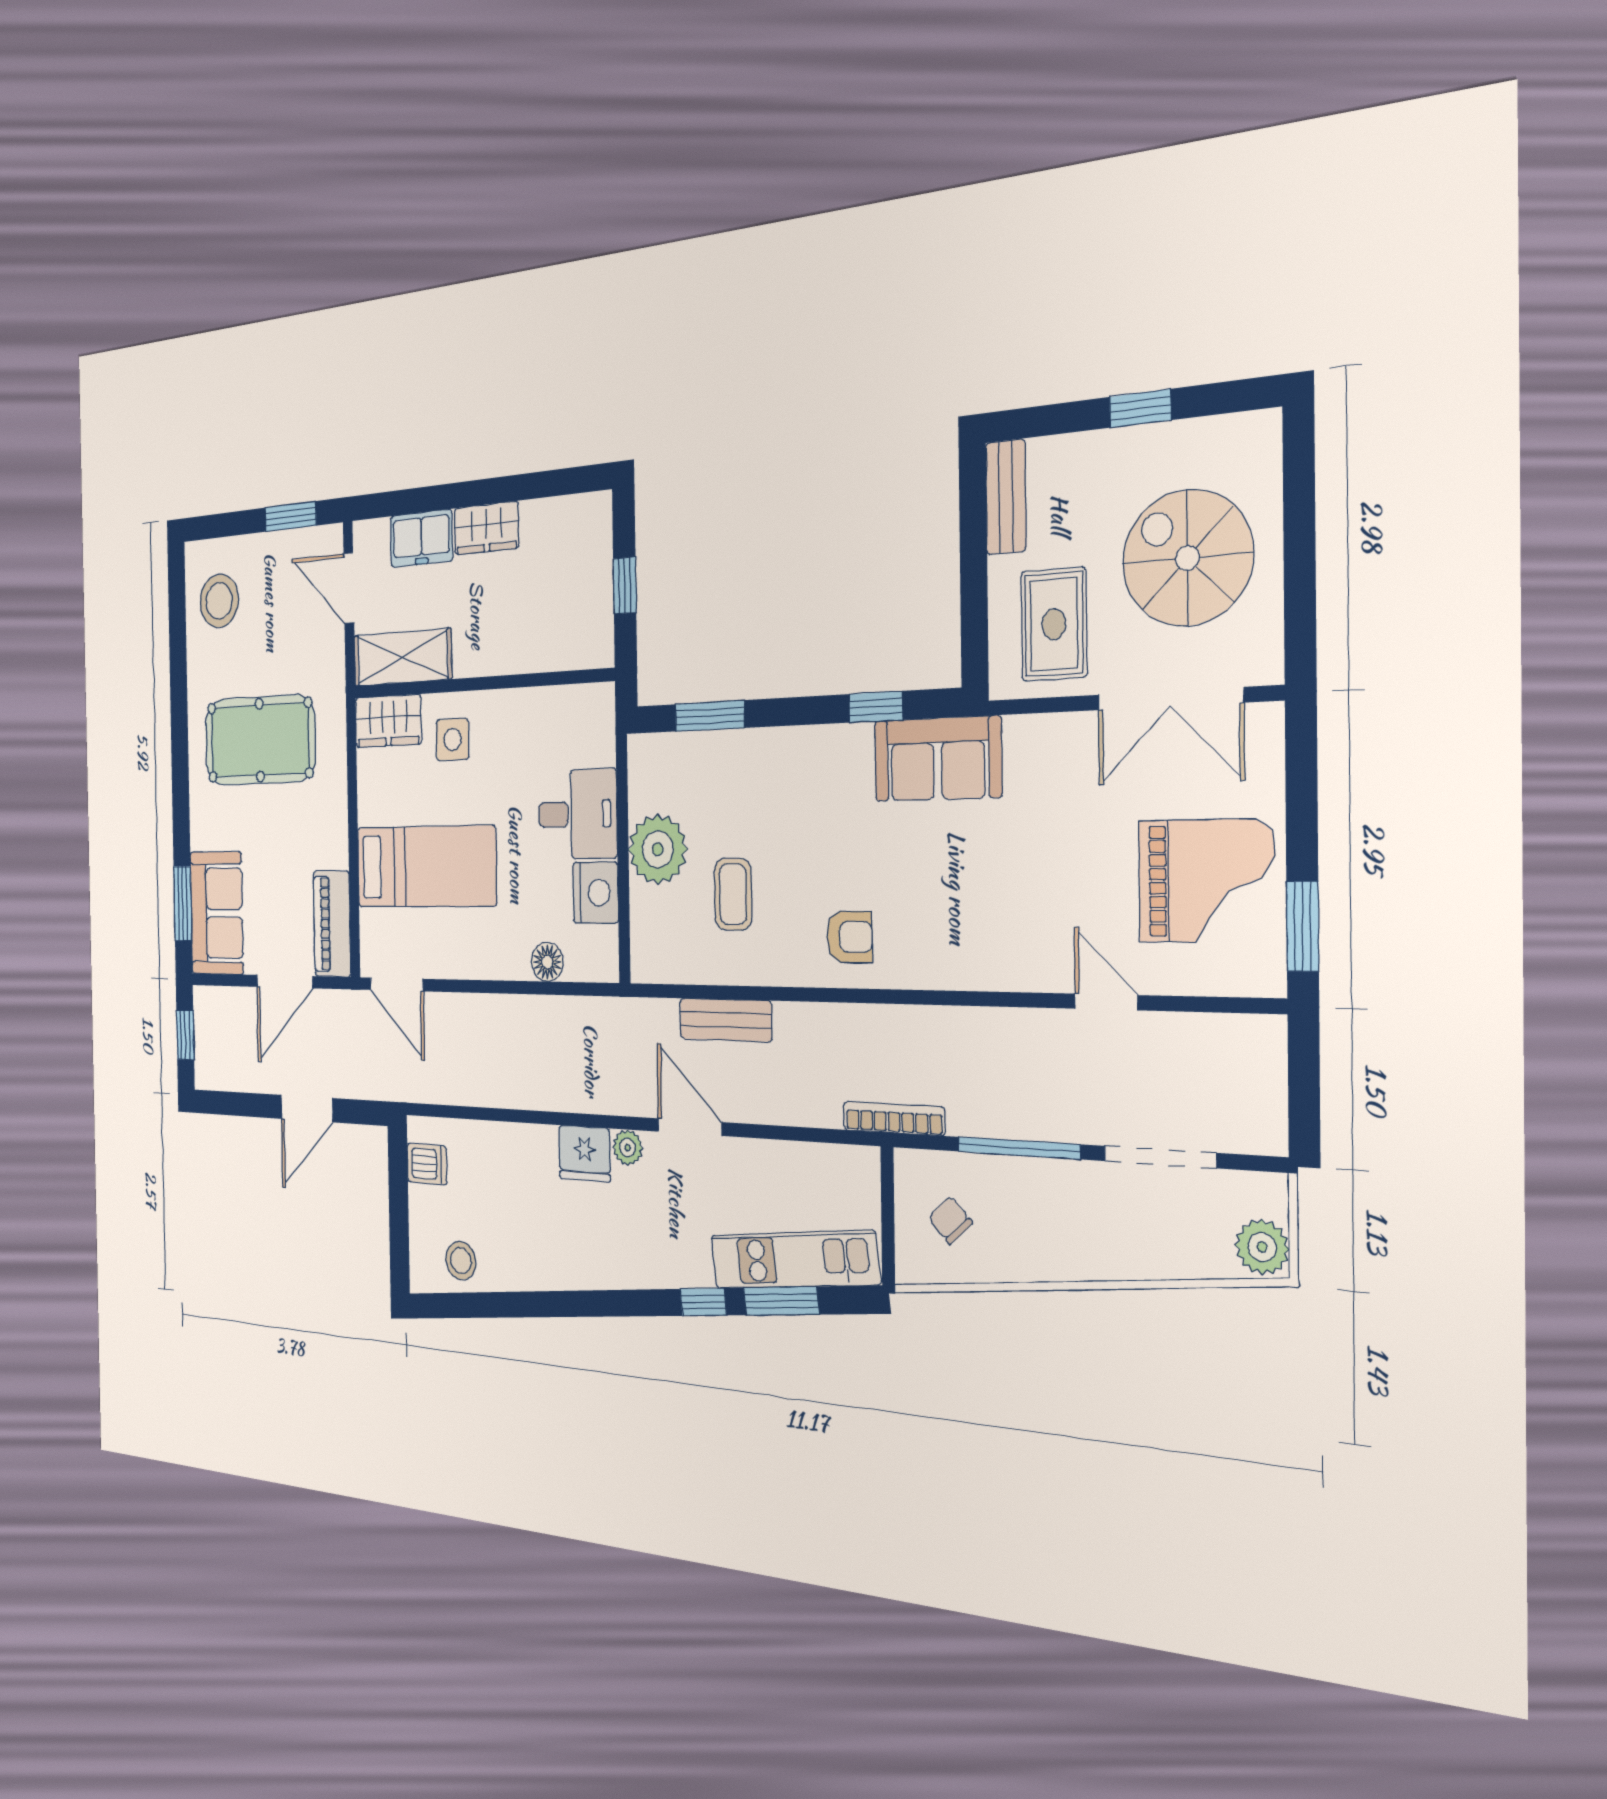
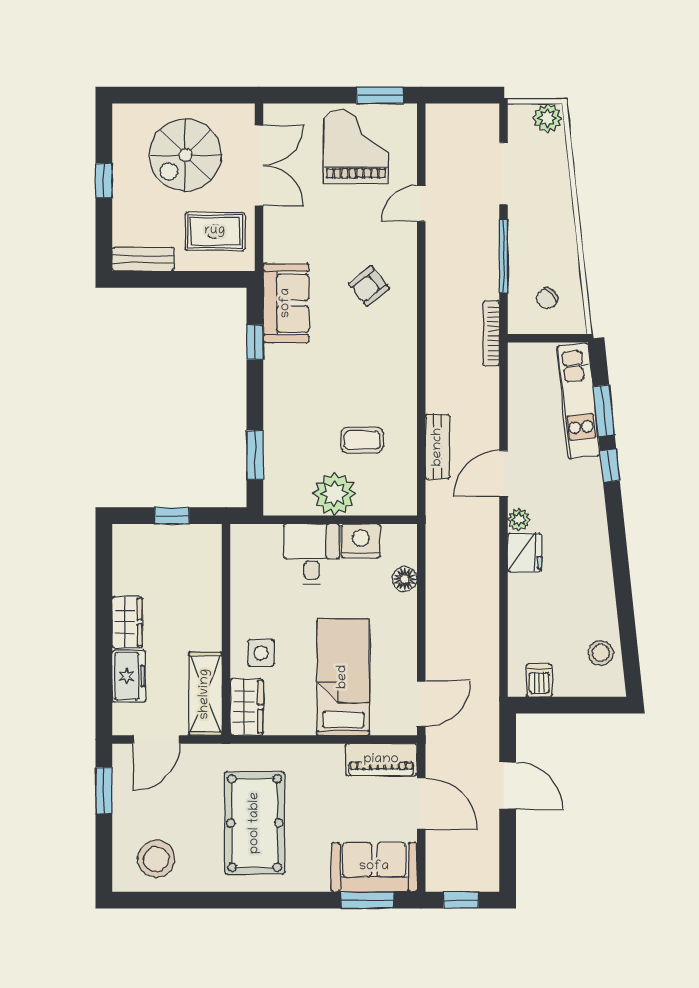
armchair: (850, 937) -> (369, 286), moved, turned -129

